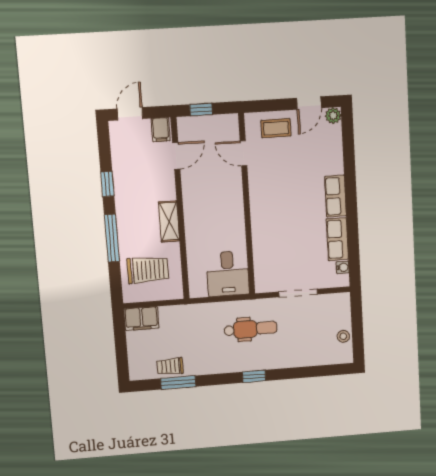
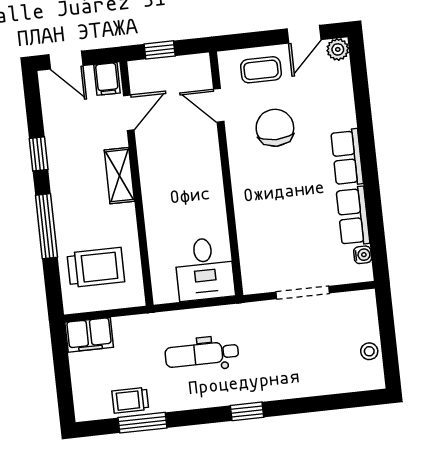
door: (130, 114) -> (66, 60), swing flipped
chair: (284, 172) -> (275, 128), added
shelving: (169, 221) -> (119, 176), moved
dental chair: (251, 329) -> (202, 354), moved, turned 180

